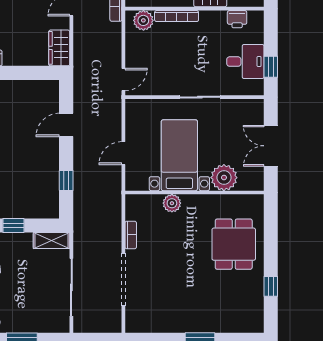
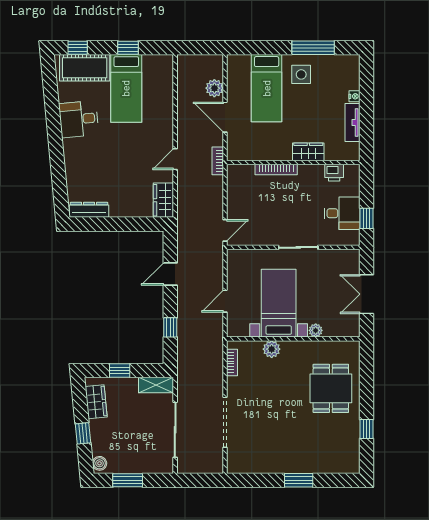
plant: (143, 20) -> (244, 174), removed
plant: (224, 178) -> (316, 330), width x0.53, depth x0.53
bookcase: (131, 235) -> (232, 363), moved

